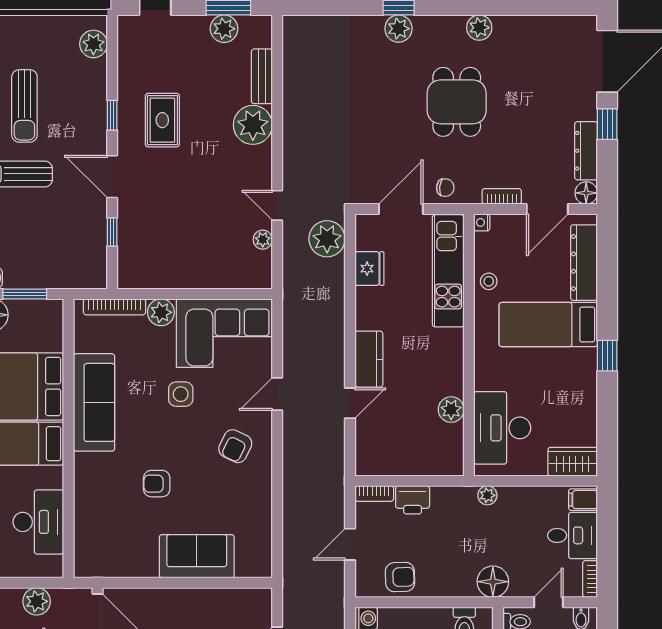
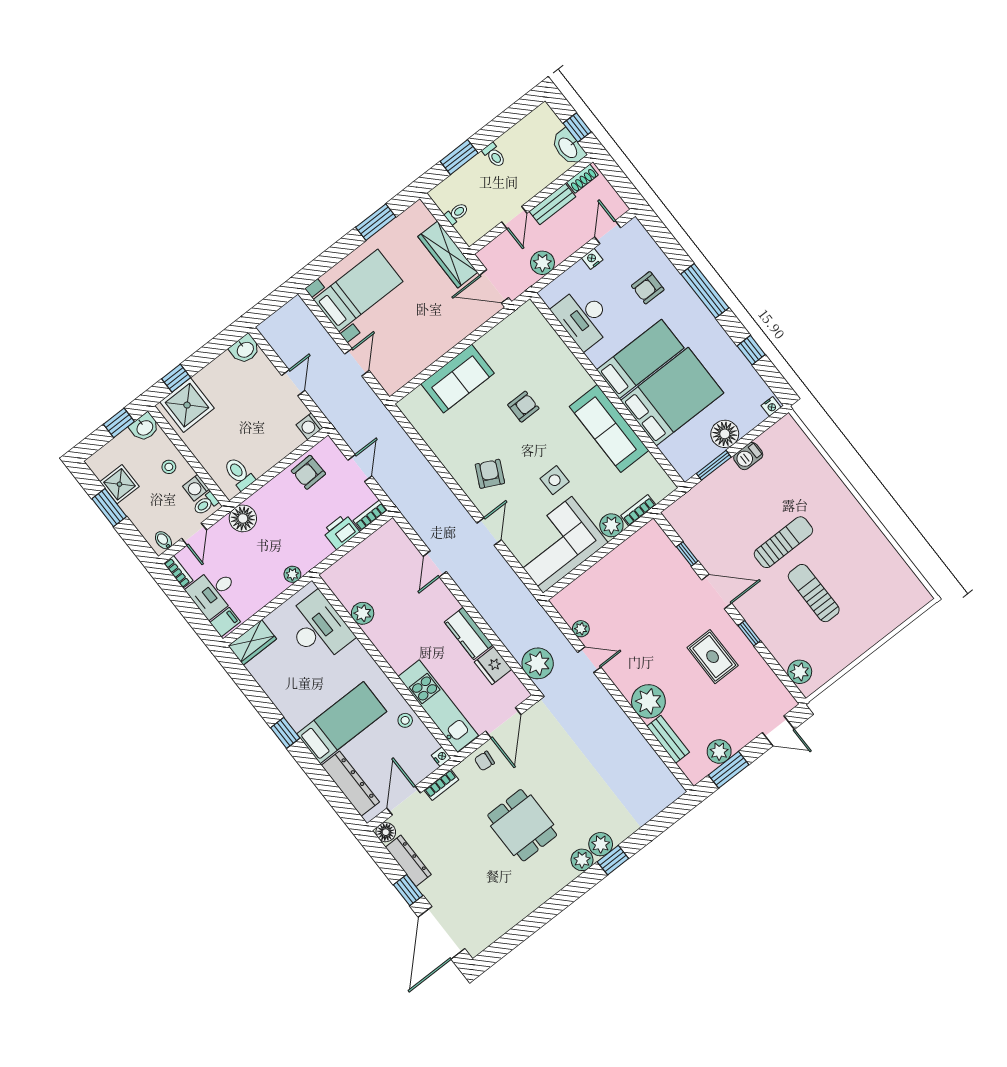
plant: (479, 28) -> (582, 860), moved
bookcase: (114, 307) -> (638, 510), width x0.64
kitchen counter: (369, 359) -> (469, 634), moved

